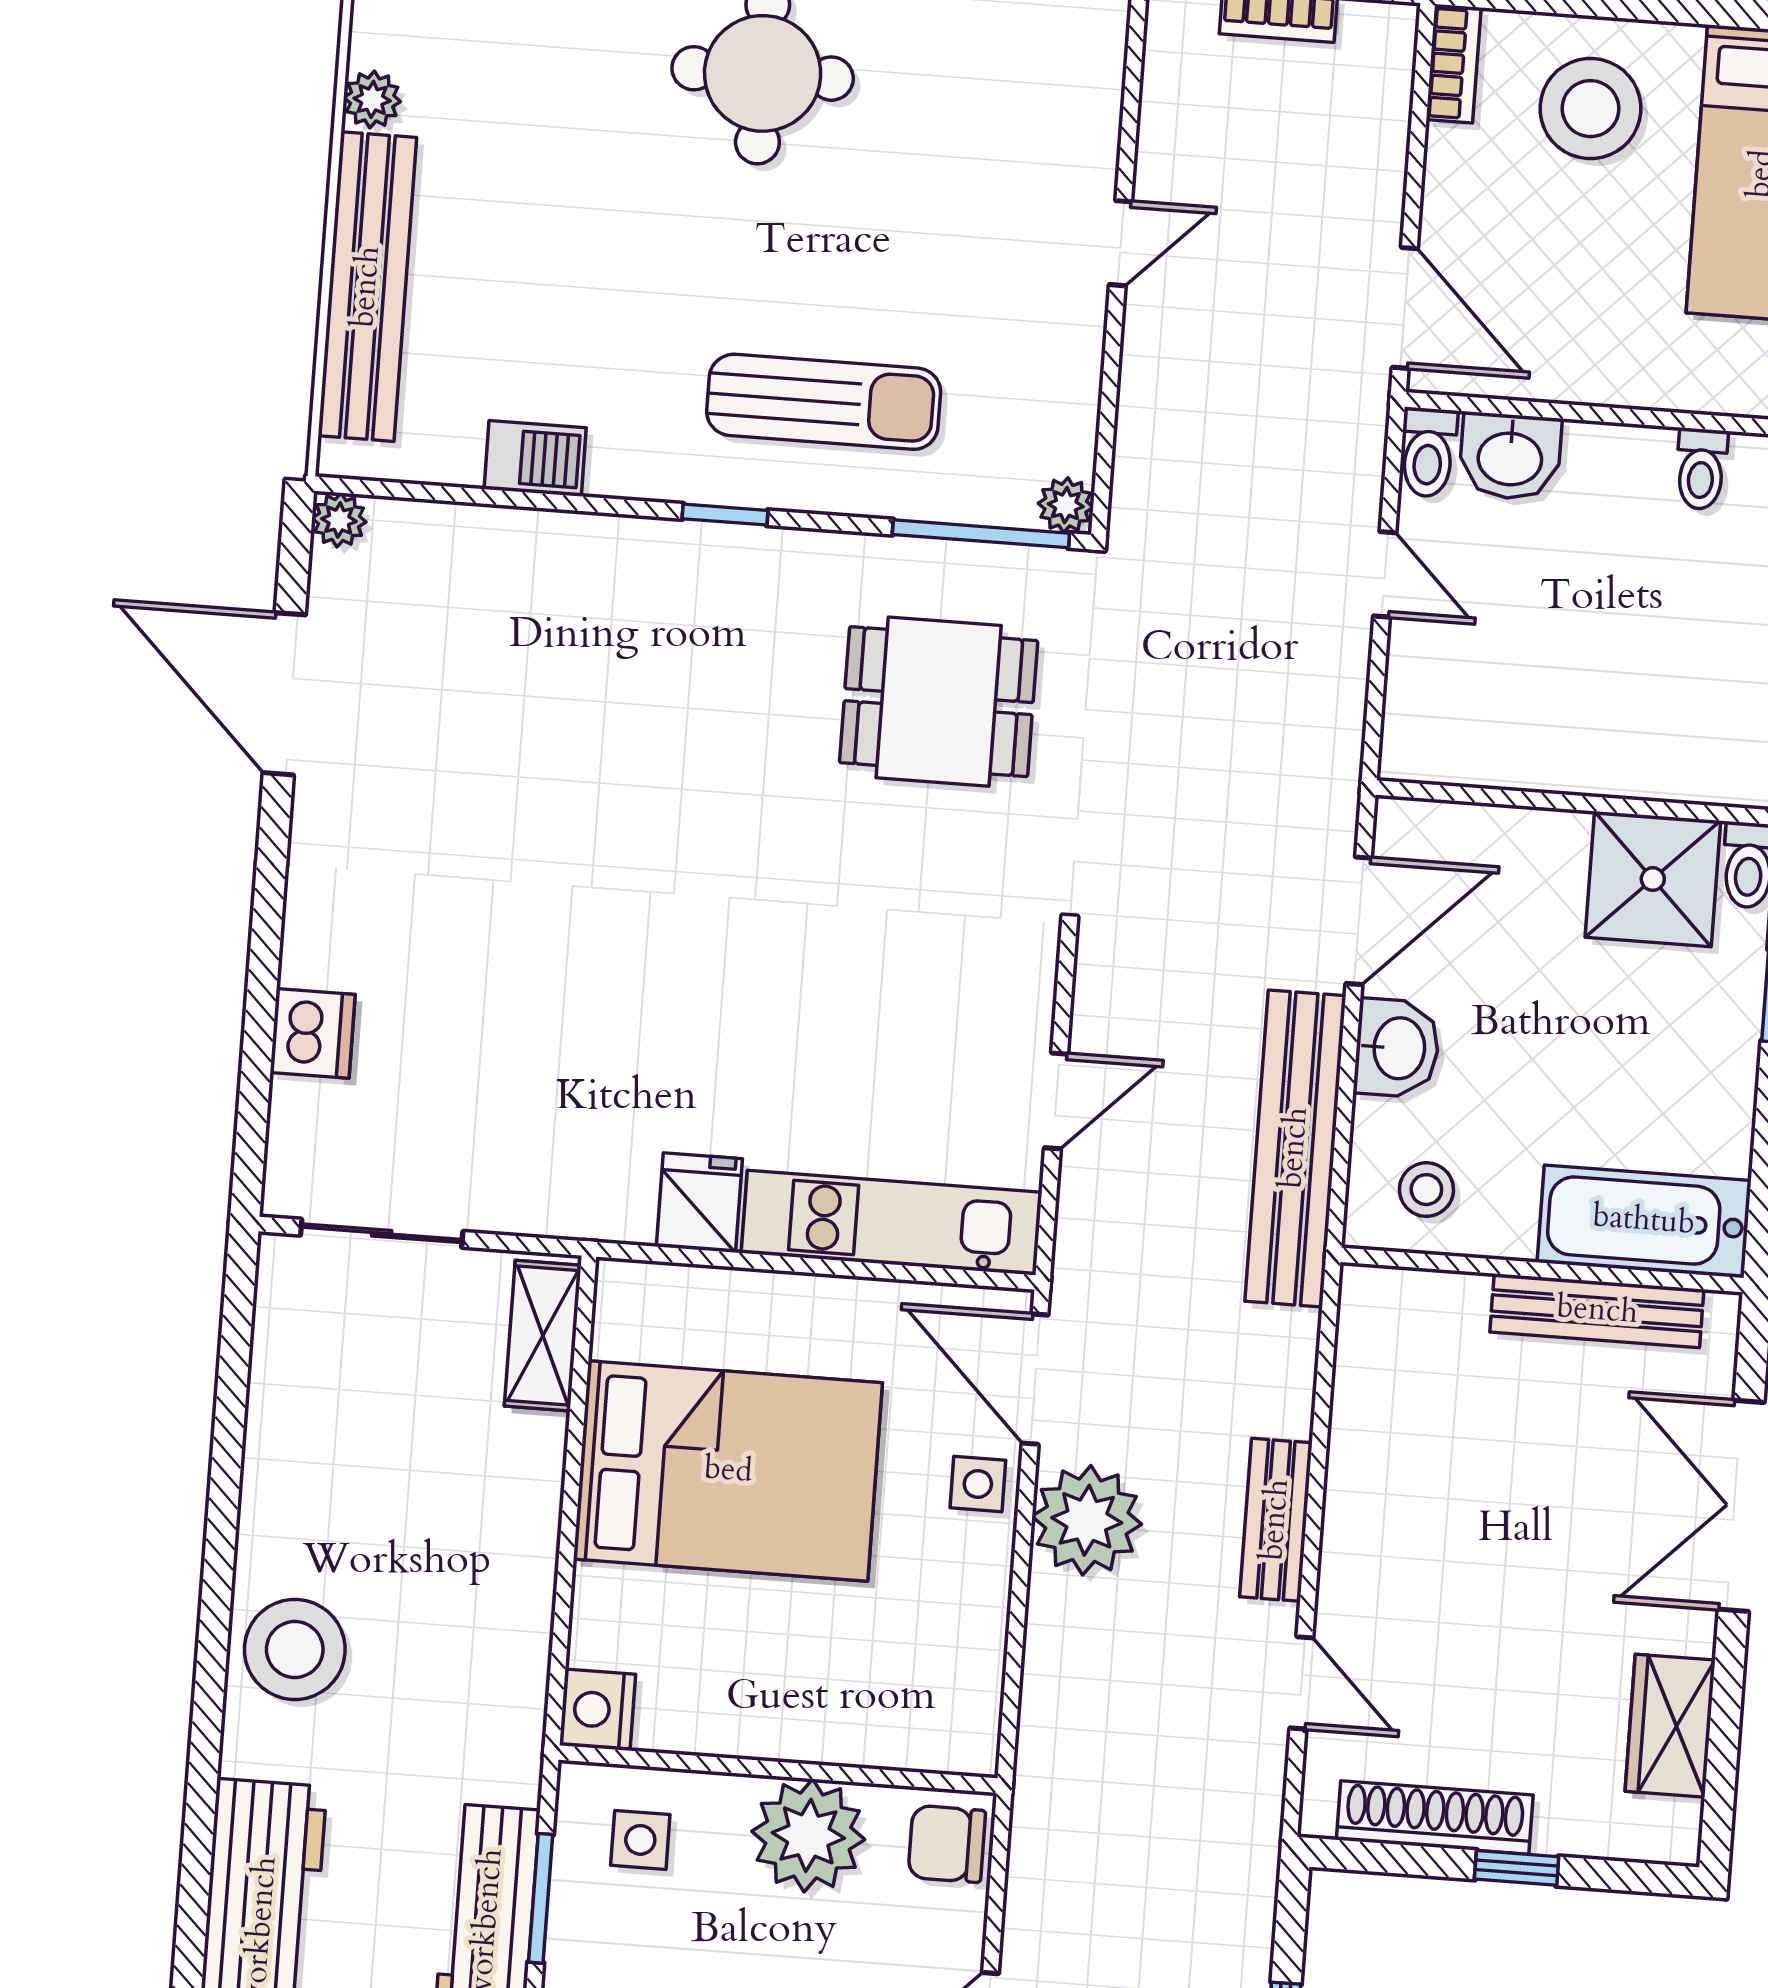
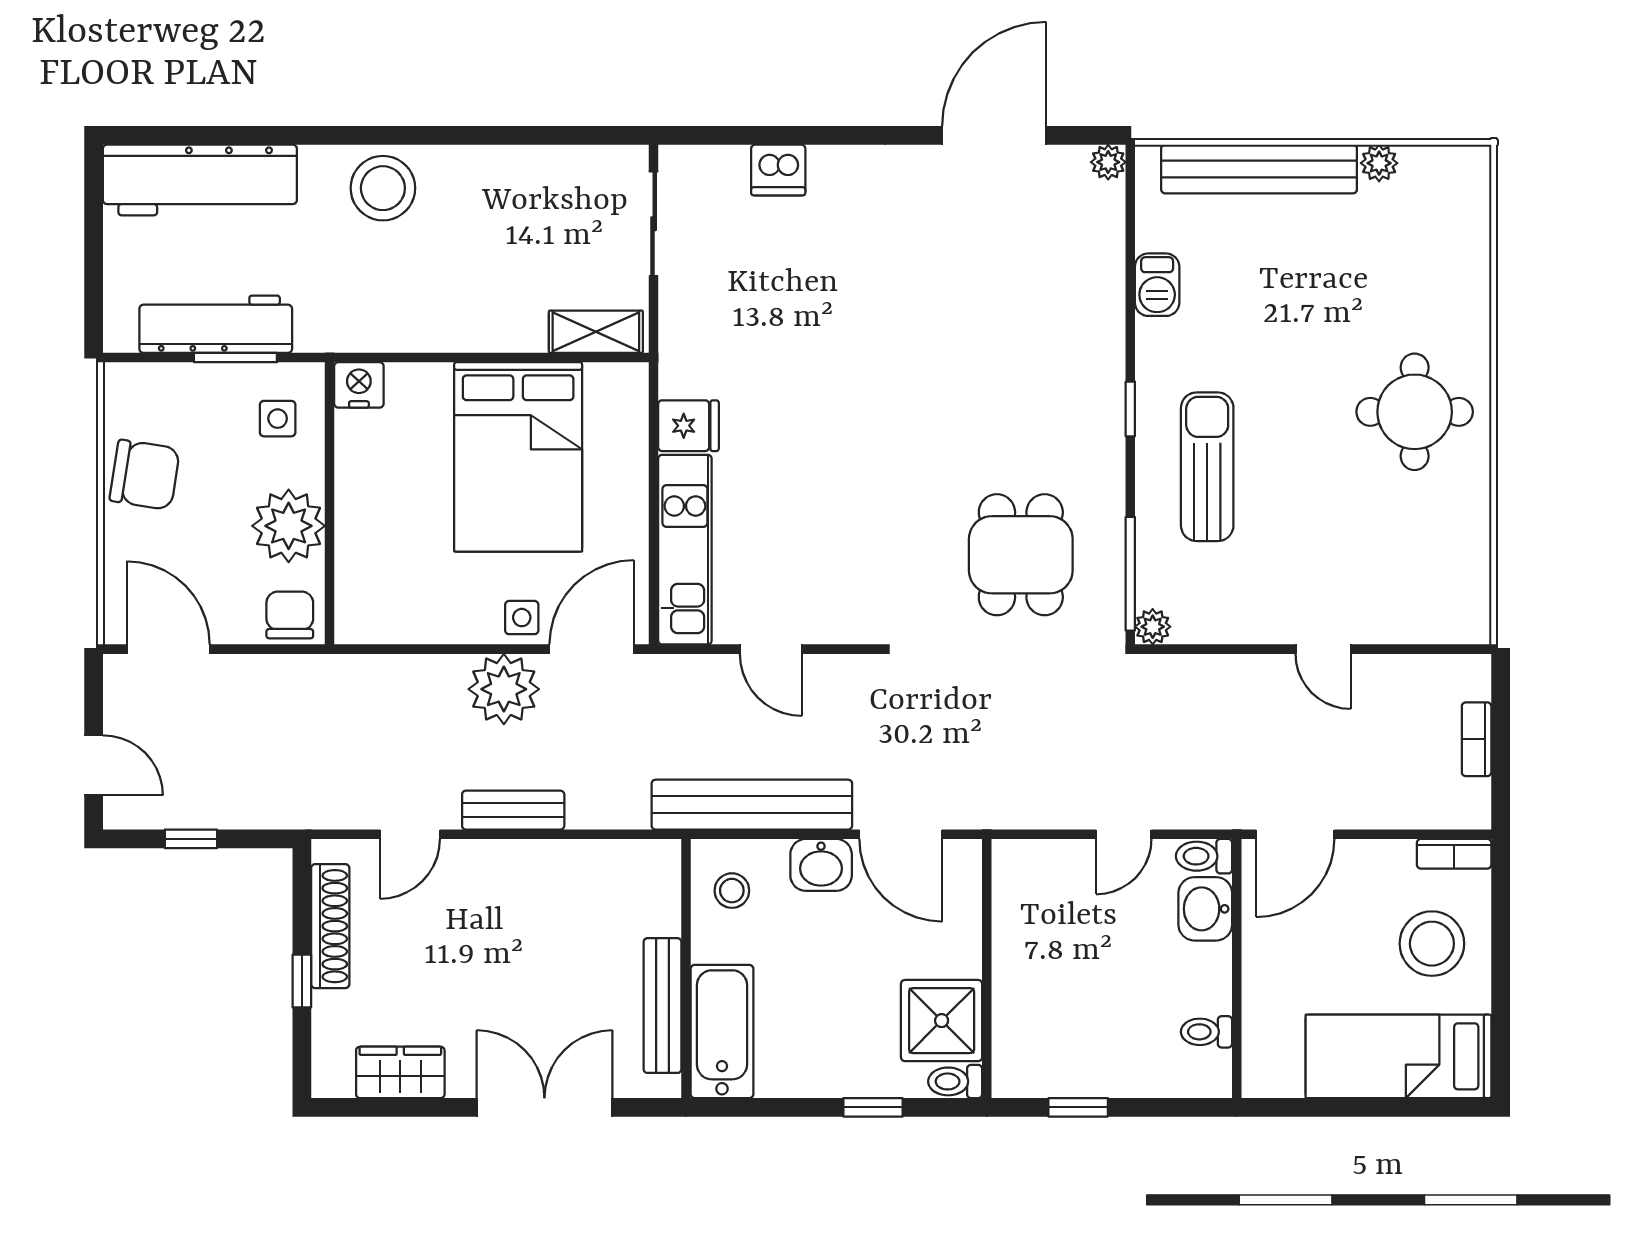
sun lounger: (824, 402) -> (1207, 467), turned 180

